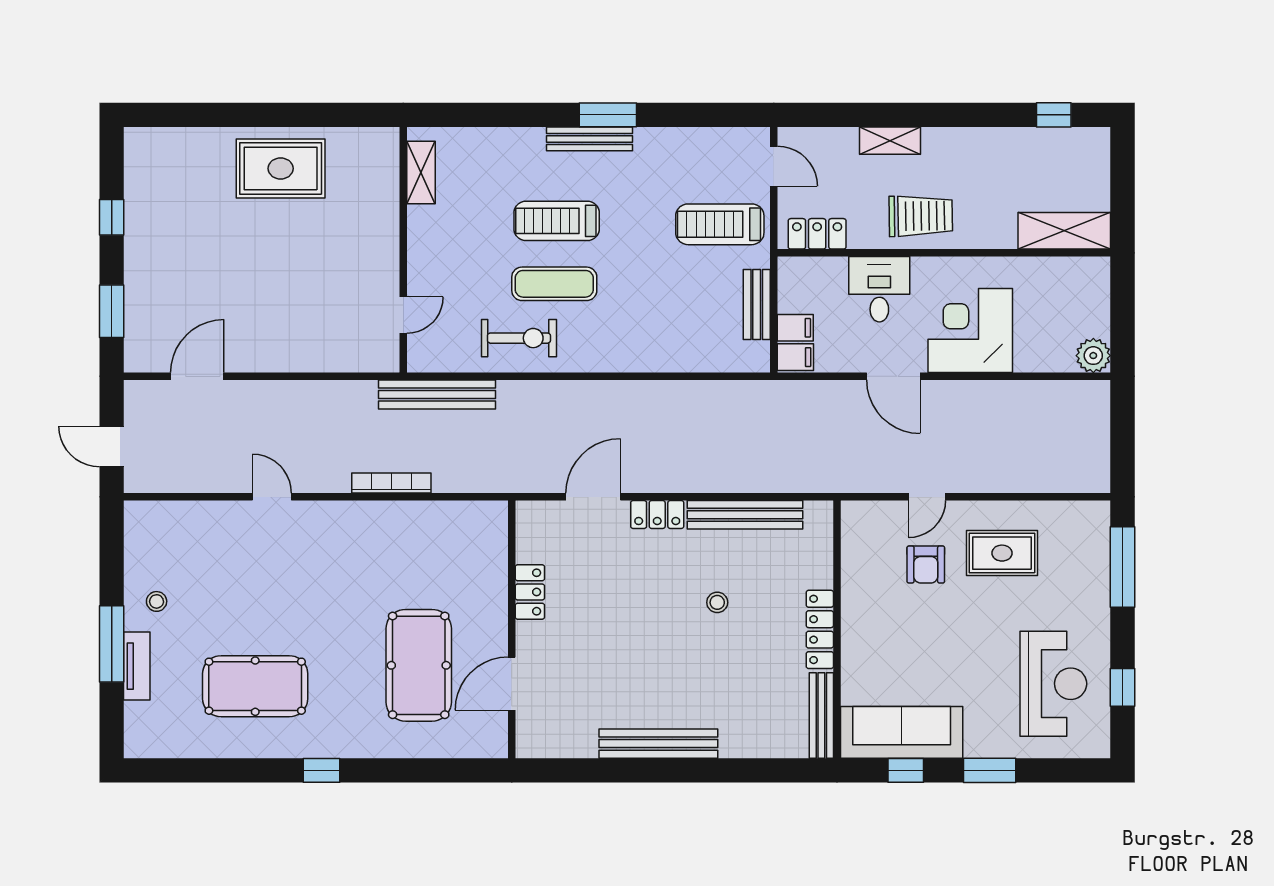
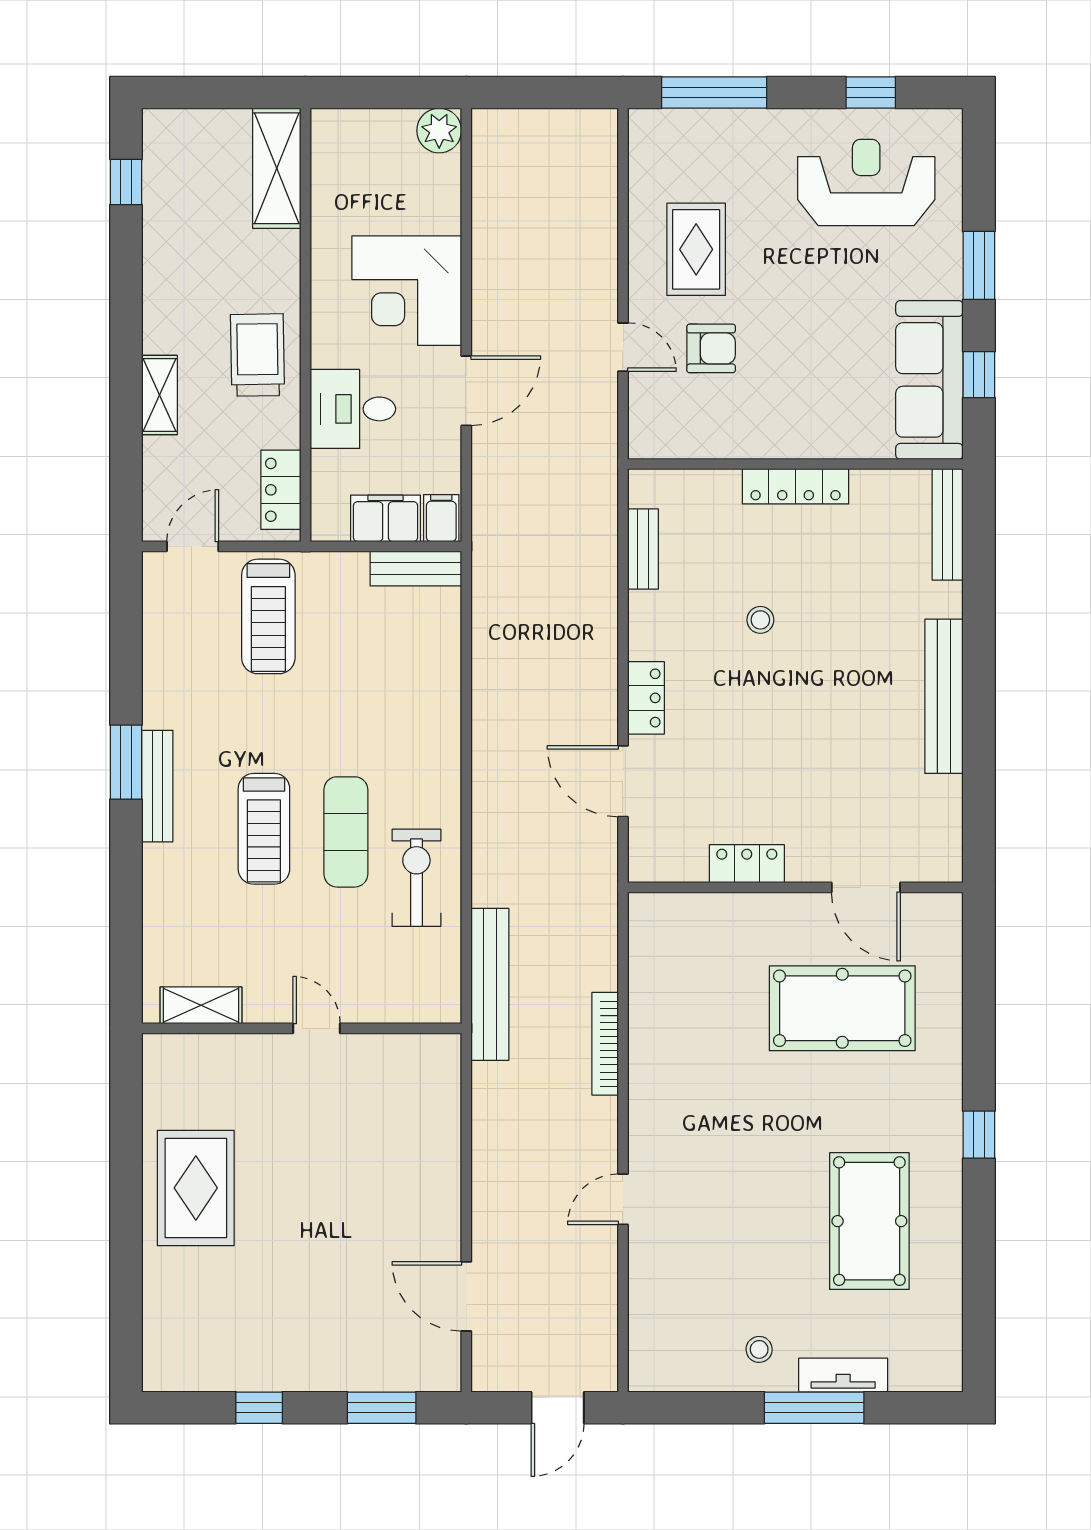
bench: (757, 304) -> (416, 569), moved
door: (403, 315) -> (317, 1028), moved
filing cabinet: (795, 328) -> (386, 518), width x2.00
bench: (745, 515) -> (643, 549), width x0.54, depth x0.82
bench: (821, 715) -> (948, 524), moved, turned 90

